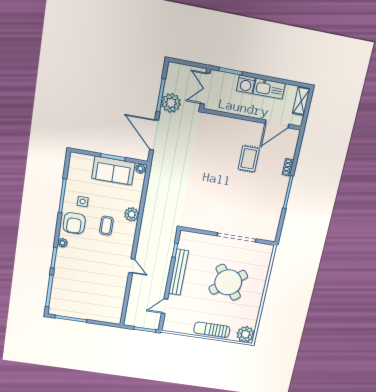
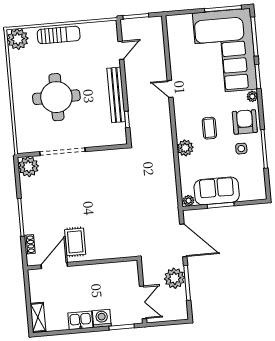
kitchen sink: (269, 89) -> (80, 320), width x0.73
wall: (252, 119) -> (82, 263), moved
door: (277, 124) -> (54, 266), moved
plant: (268, 232) -> (28, 167), added
round table: (228, 282) -> (56, 97), turned 37
corner sofa: (77, 285) -> (225, 51), added

